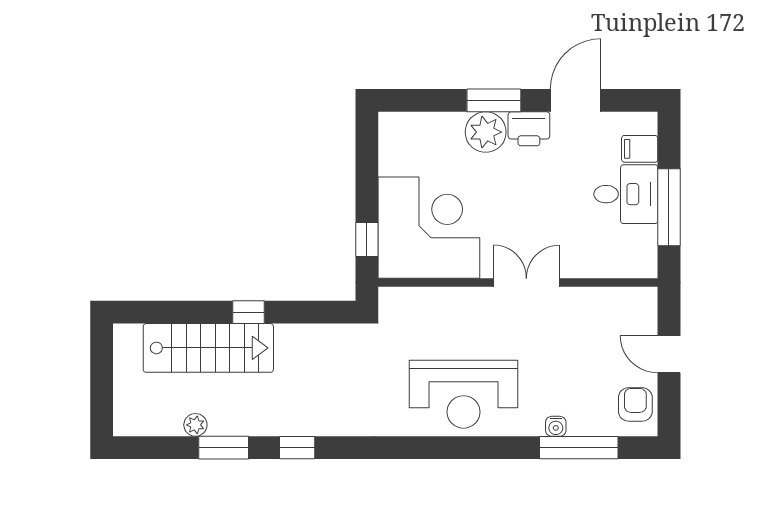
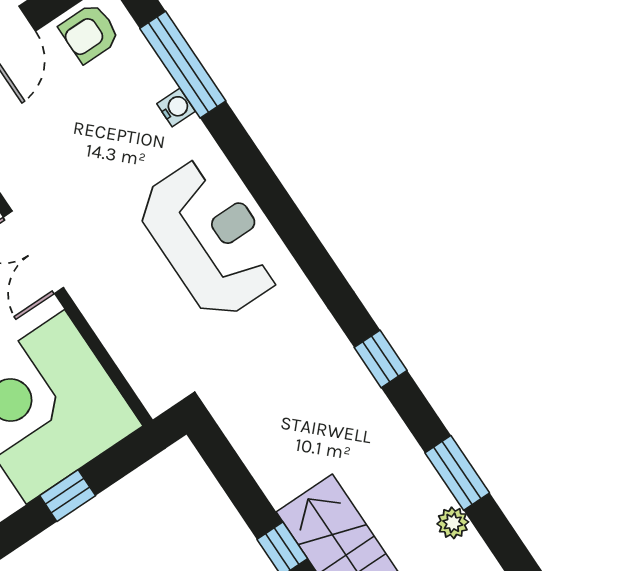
window: (367, 240) -> (68, 496), moved
window: (297, 448) -> (381, 359), moved

